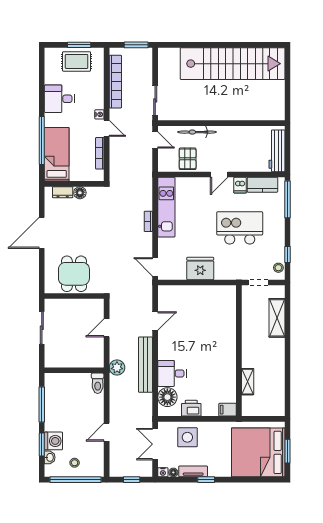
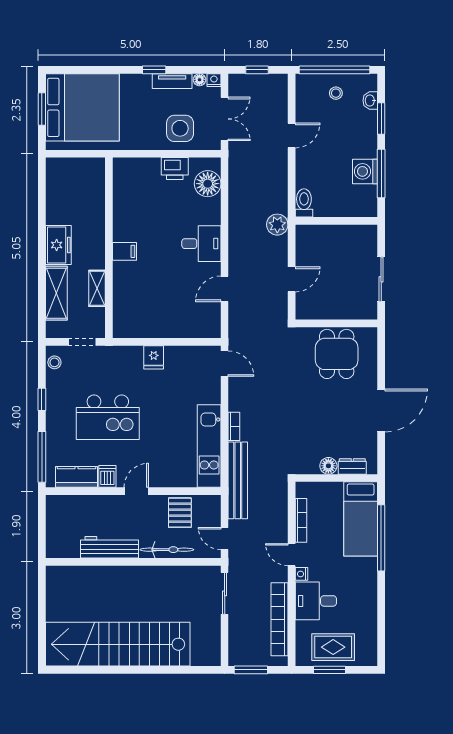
desk: (59, 99) -> (316, 601), moved, turned 180
workbench: (277, 151) -> (109, 547), moved, turned -90
window: (287, 254) -> (42, 399), moved
fridge: (200, 268) -> (154, 357), width x0.53, depth x0.75
freezer: (276, 353) -> (58, 245), added
bench: (146, 365) -> (238, 480), moved
desk: (172, 373) -> (201, 244), moved
shelving: (248, 382) -> (97, 288), moved
filing cabinet: (228, 410) -> (125, 251), moved
washing machine: (53, 441) -> (365, 171), moved

